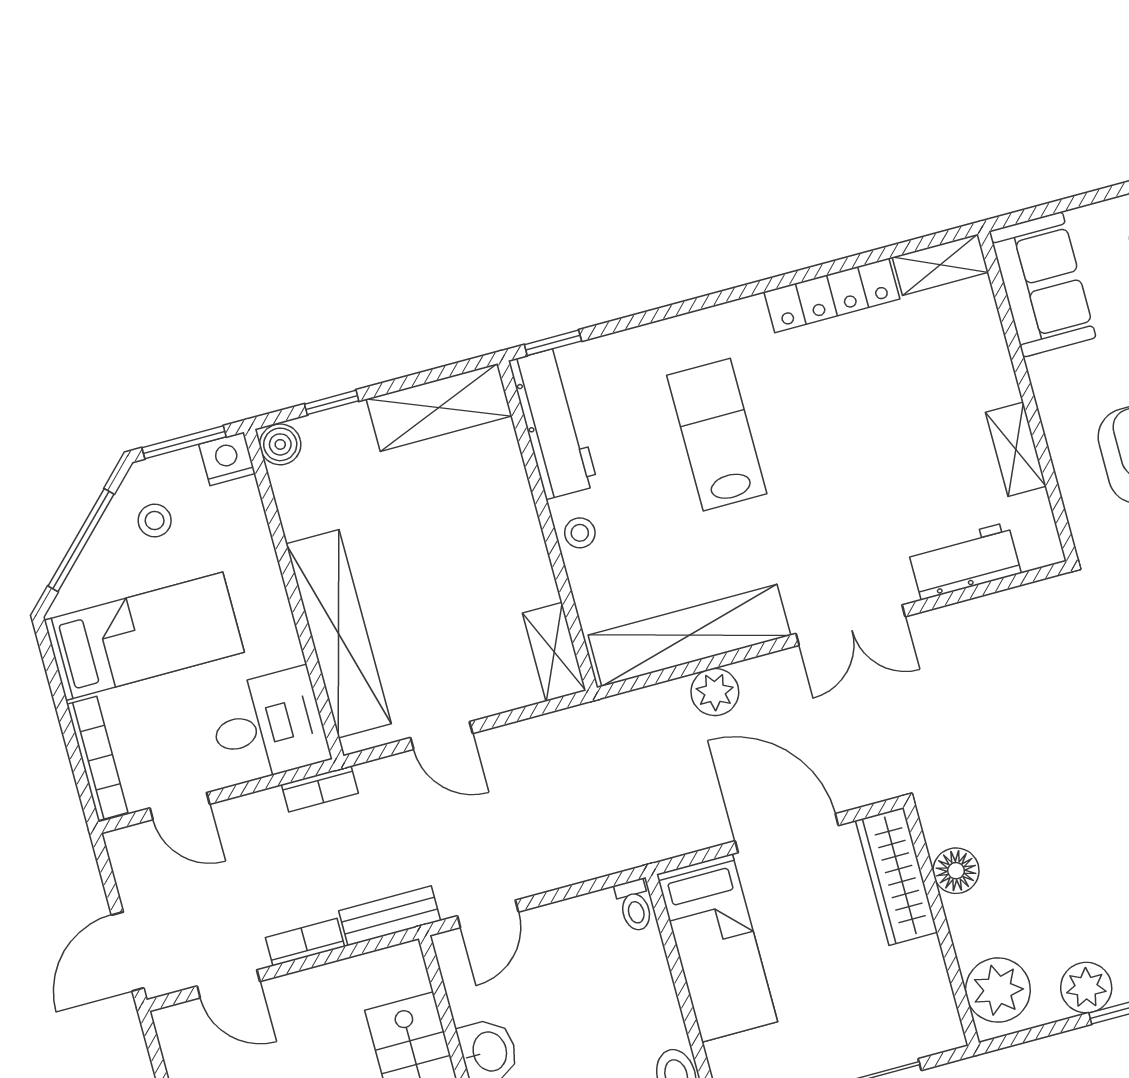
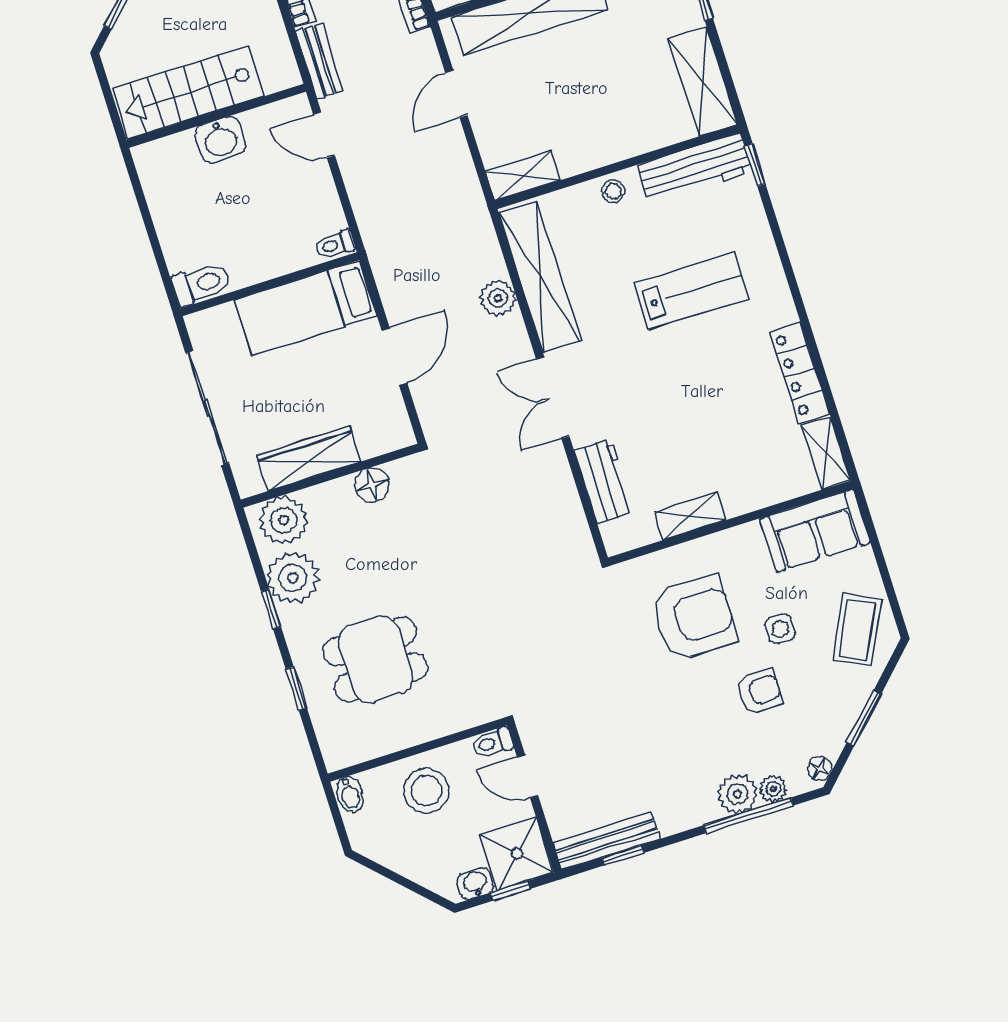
door: (787, 833) -> (394, 357), width x0.73
wardrobe: (896, 876) -> (309, 458), moved
plant: (1086, 988) -> (293, 578), width x1.36, depth x1.36

